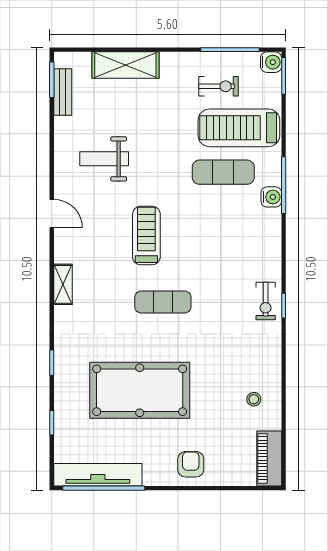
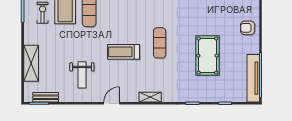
pool table: (140, 390) -> (207, 56), width x0.73, depth x0.76

